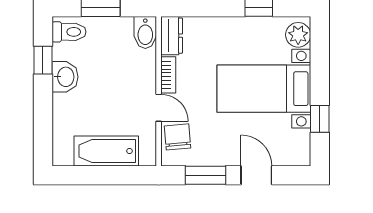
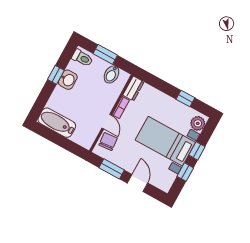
bidet: (145, 33) -> (111, 74), moved
window: (43, 60) -> (56, 75), moved
window: (320, 77) -> (197, 151), added
bathtub: (106, 151) -> (57, 123), moved

